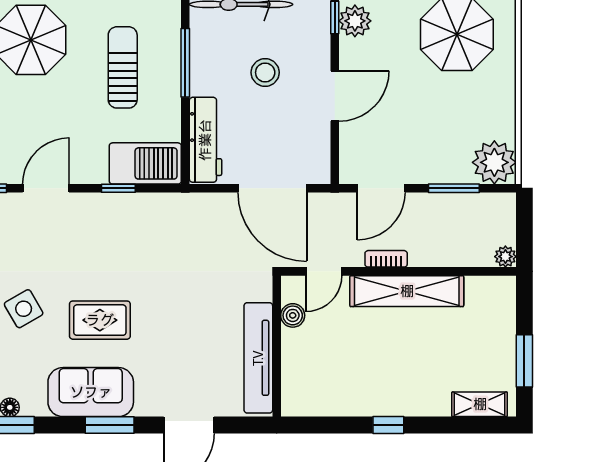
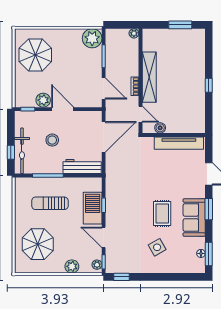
plant: (355, 21) -> (43, 100), moved
barbecue: (145, 163) -> (93, 208), moved
shelving: (480, 404) -> (200, 45), removed

